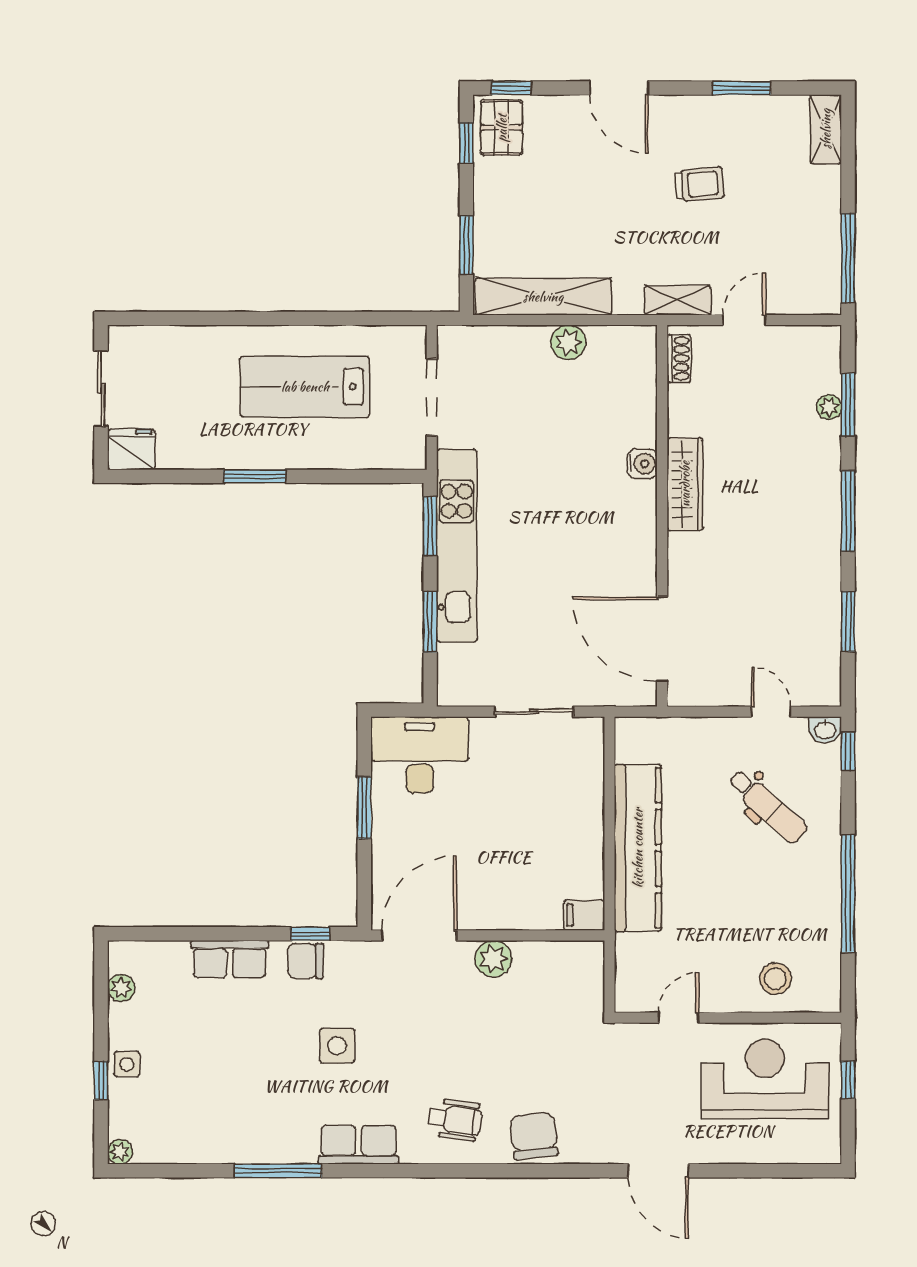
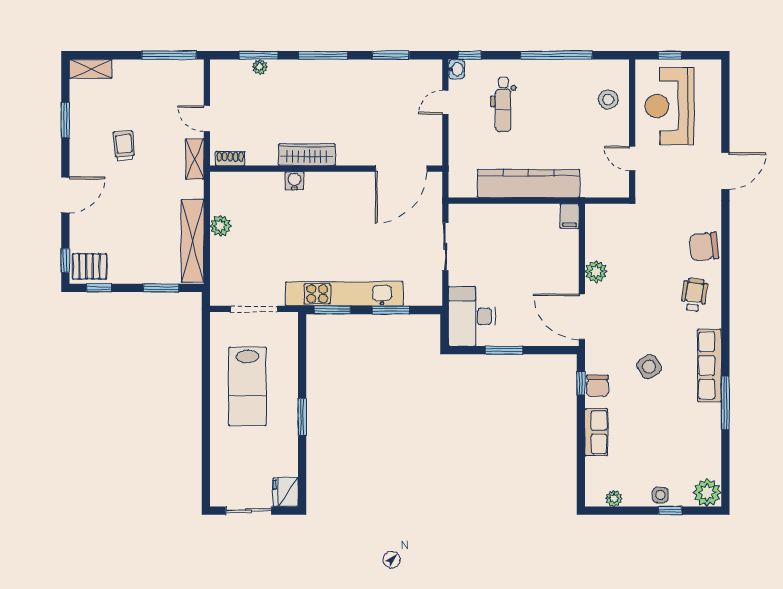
dental chair: (768, 806) -> (503, 104), turned 138
side table: (337, 1046) -> (649, 367), turned -32
row of seats: (359, 1145) -> (709, 365), width x1.48
plant: (120, 1152) -> (707, 493), width x1.88, depth x1.88

